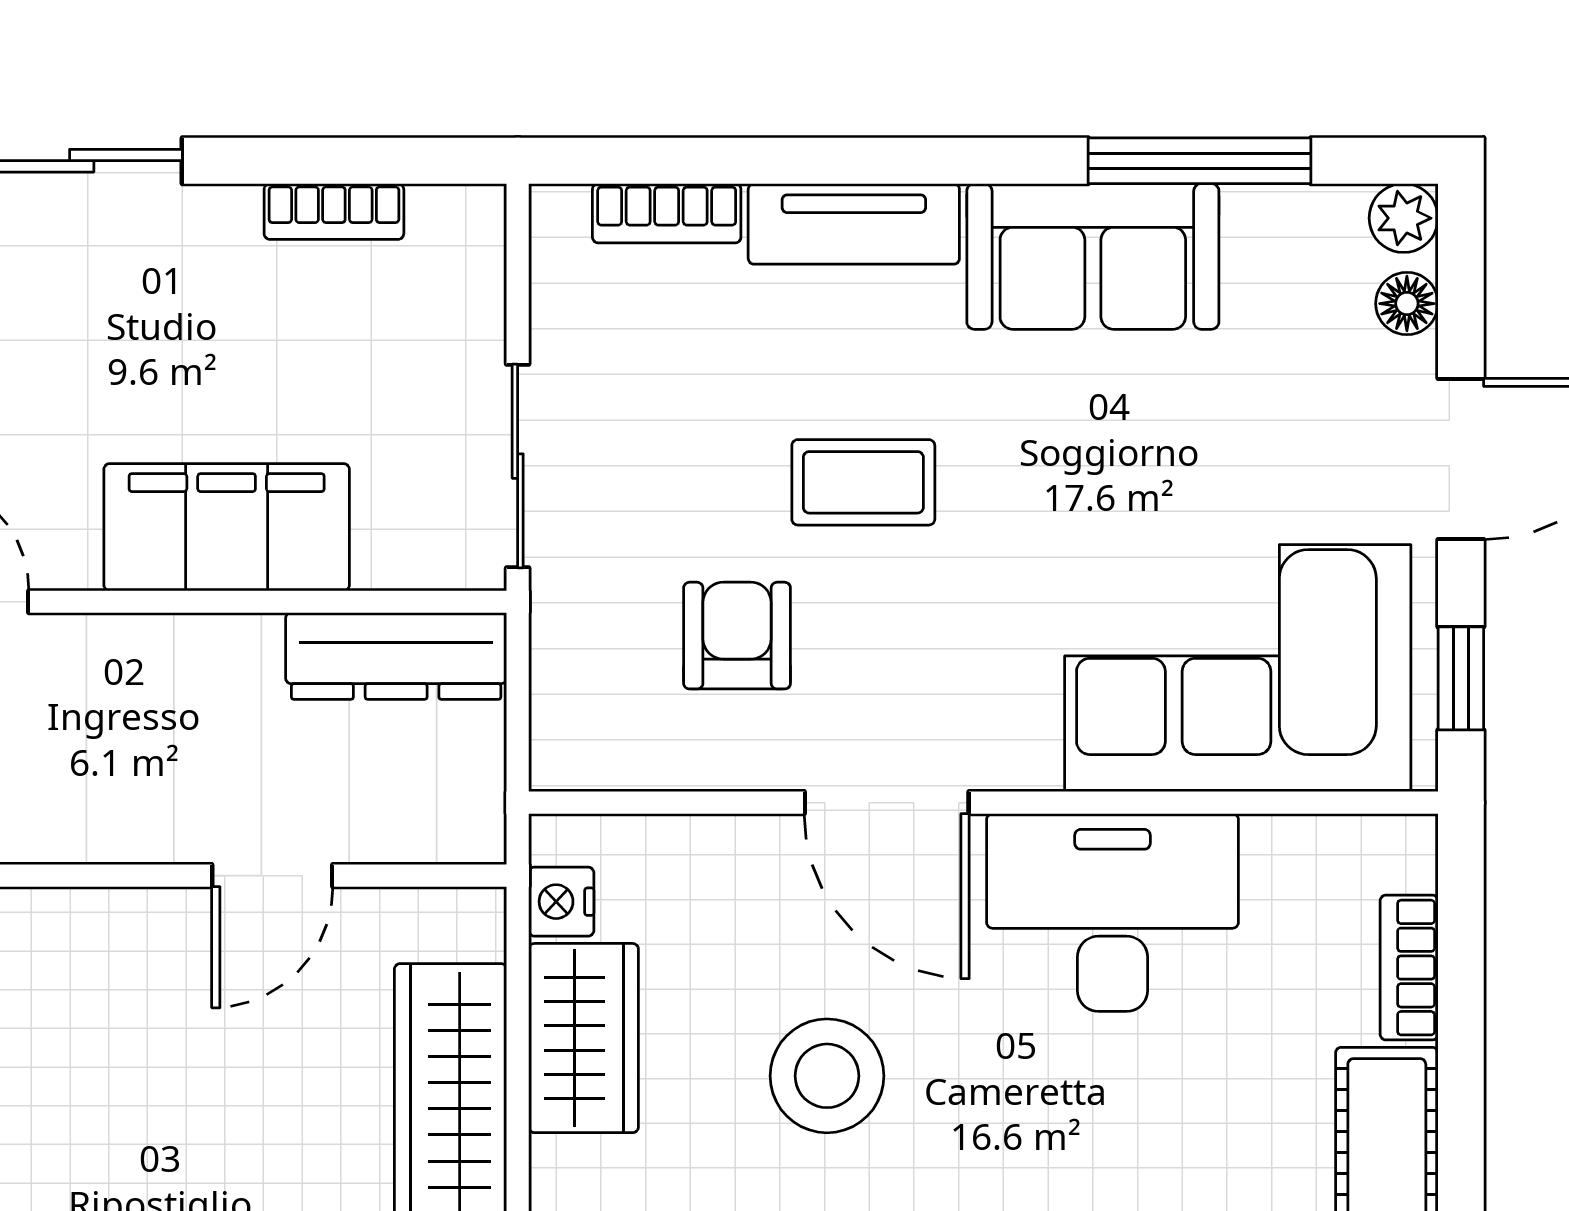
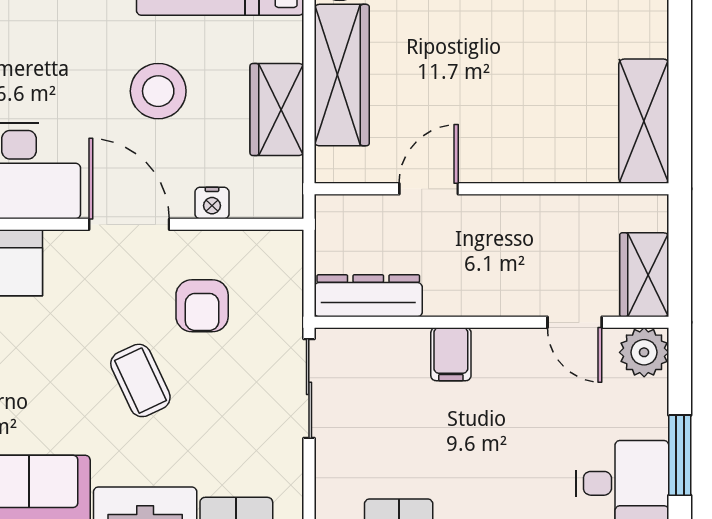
coffee table: (863, 482) -> (140, 380), turned 65
filing cabinet: (227, 527) -> (451, 354), width x0.33, depth x0.86
nightstand: (561, 902) -> (212, 203), moved, turned 90

